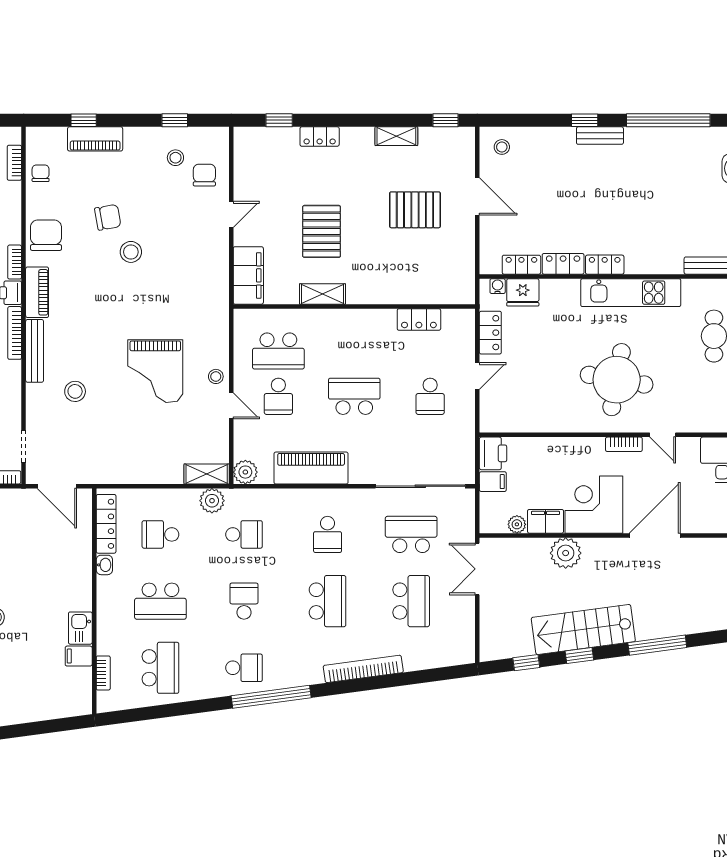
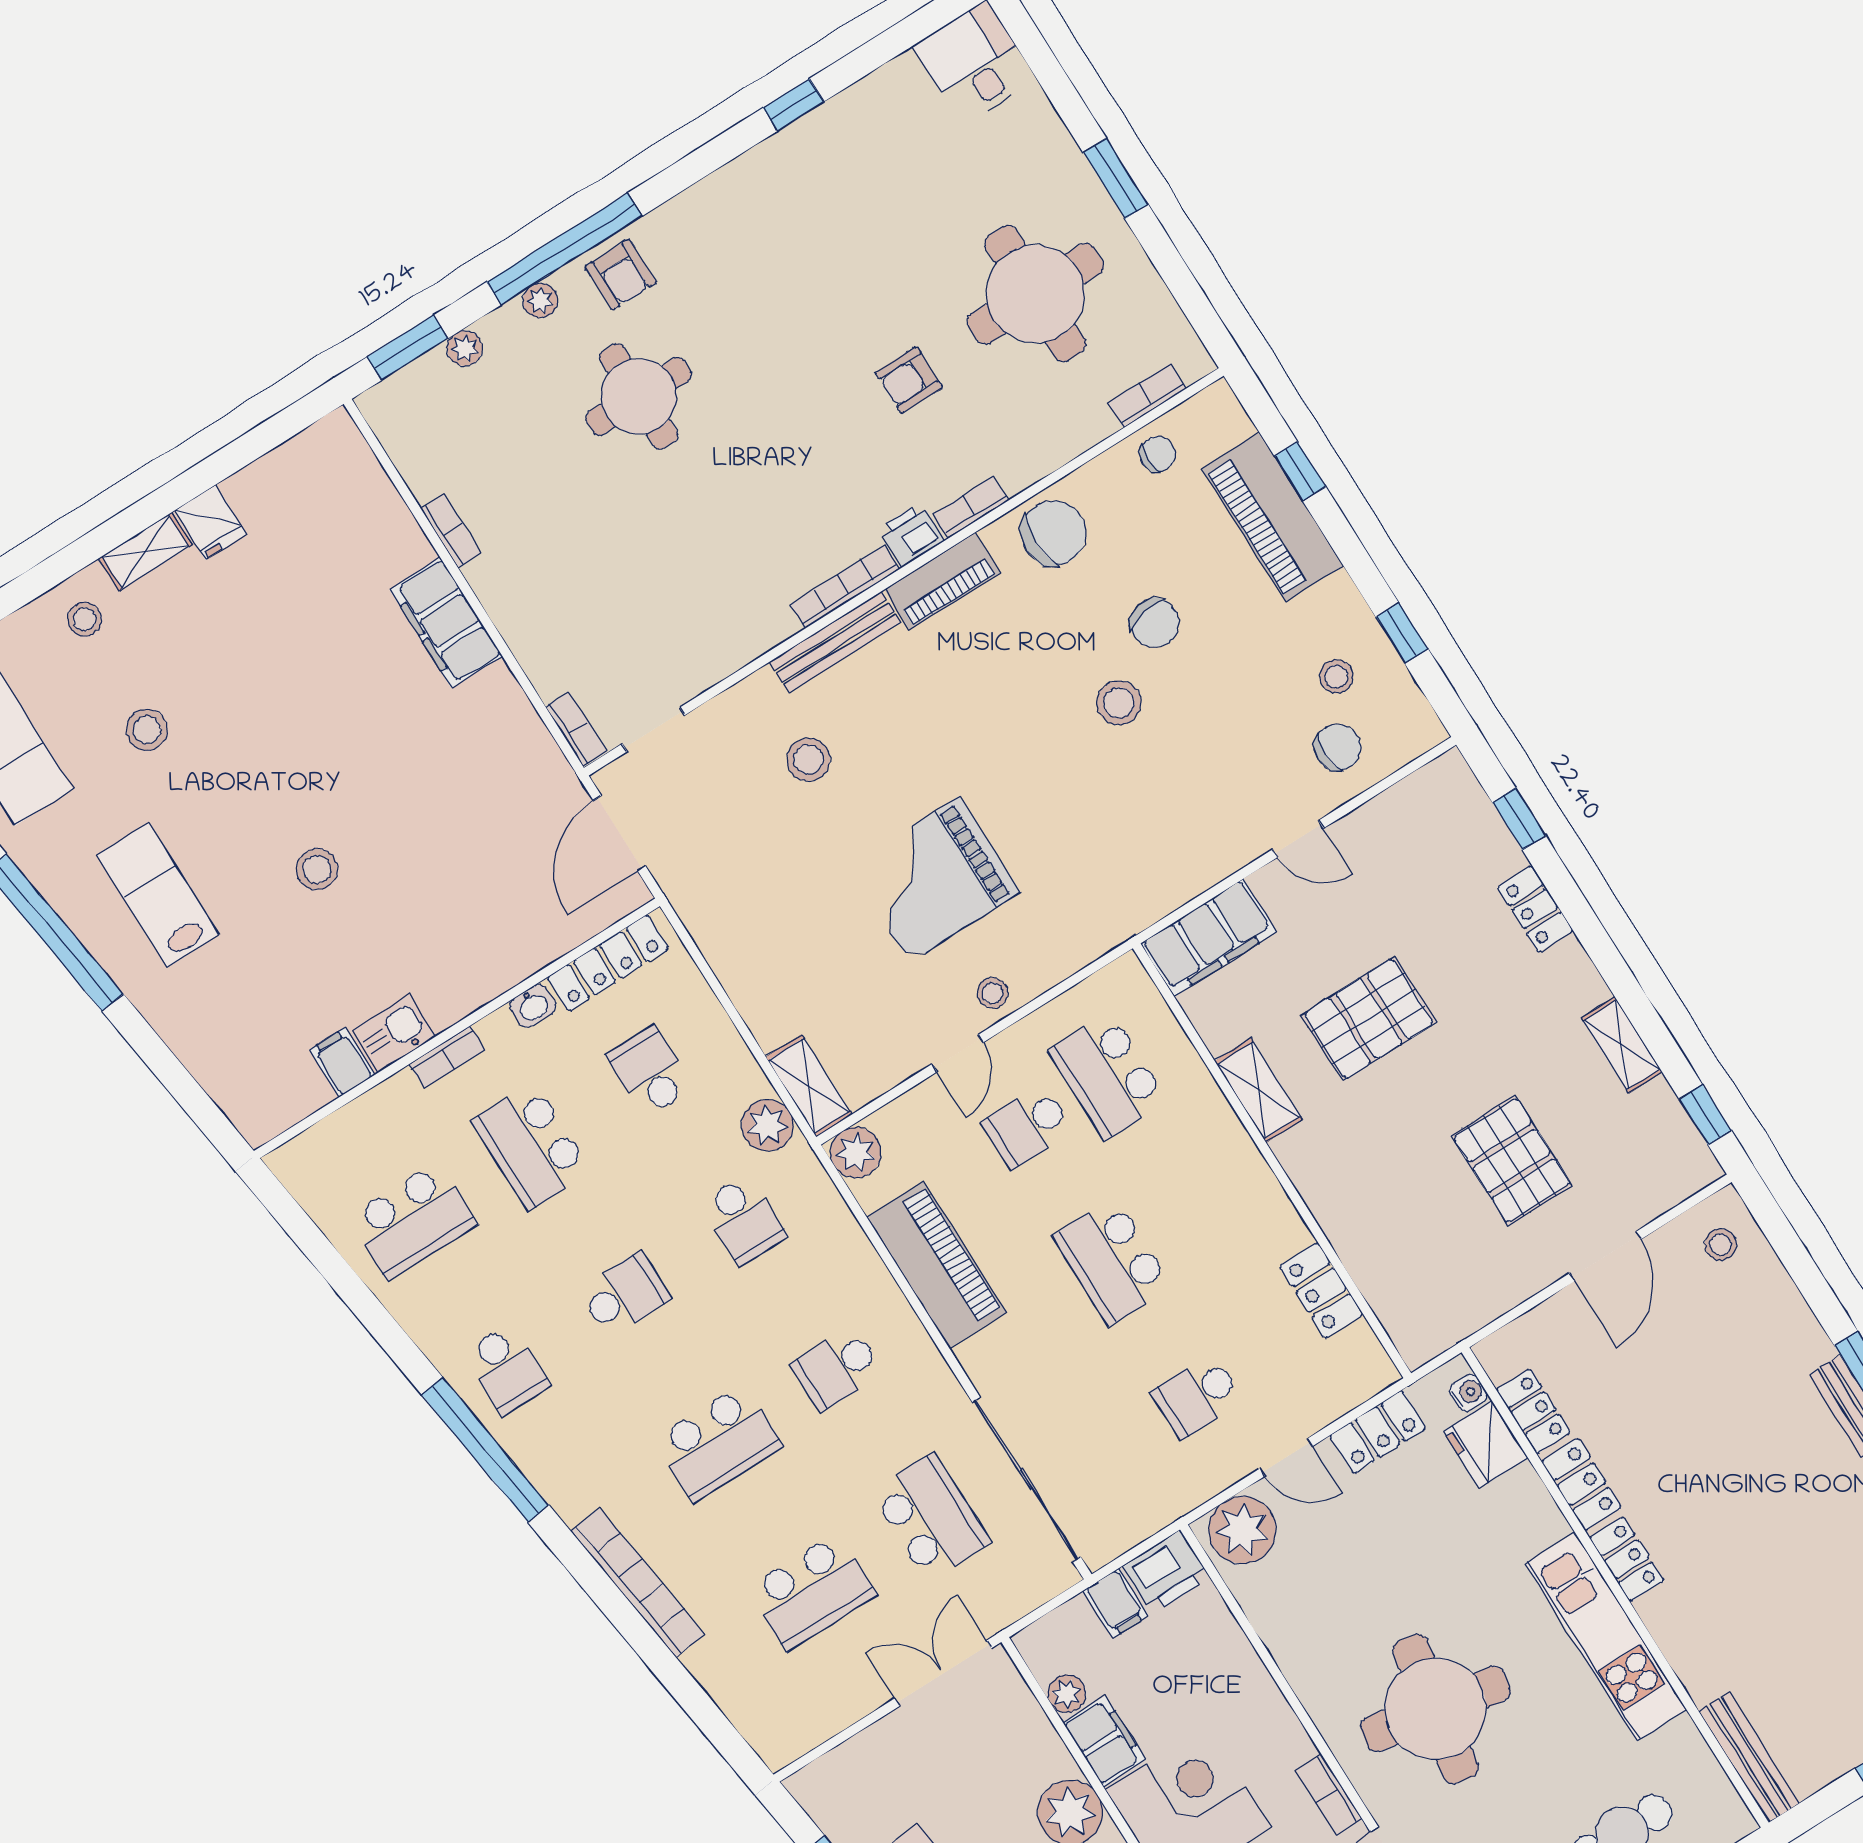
piano: (95, 139) -> (1273, 517), width x1.37, depth x1.33
school desk: (354, 396) -> (1112, 1261), turned 180
plant: (495, 412) -> (1242, 1530), added
bookcase: (103, 673) -> (447, 1057), moved

